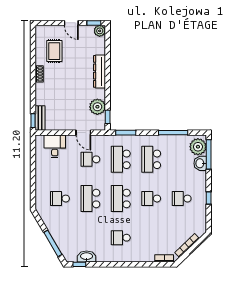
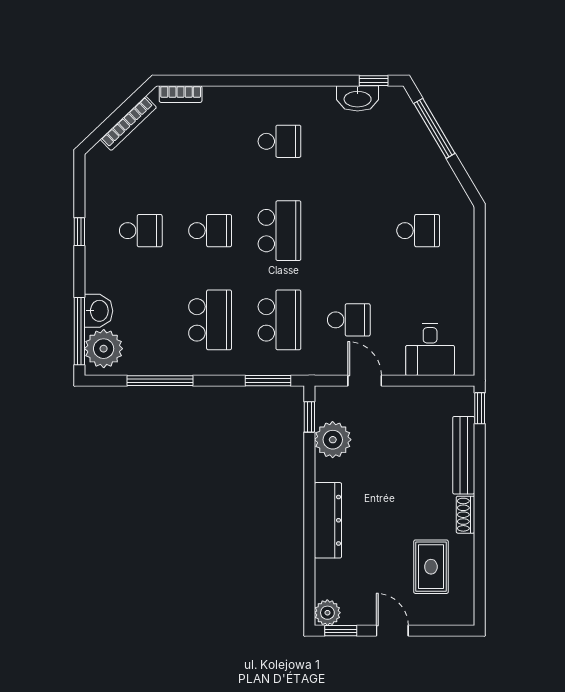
bench: (40, 118) -> (464, 455), moved, width x1.36
school desk: (90, 199) -> (349, 231), removed

